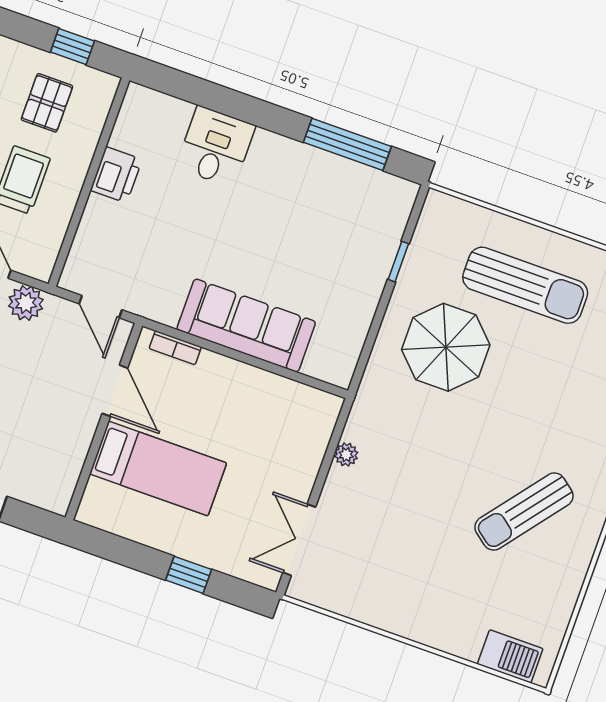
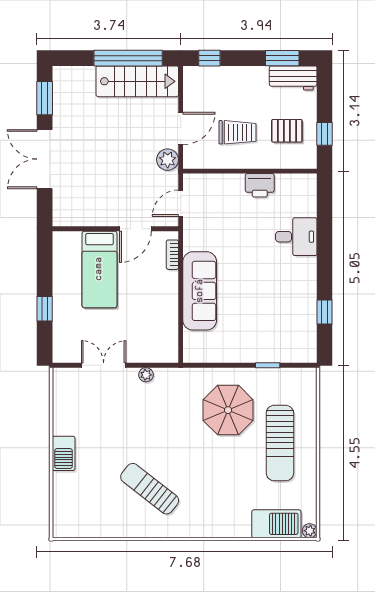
window: (347, 144) -> (324, 312), width x0.46
double door: (299, 540) -> (104, 365), moved
barbecue: (510, 656) -> (64, 453), moved

